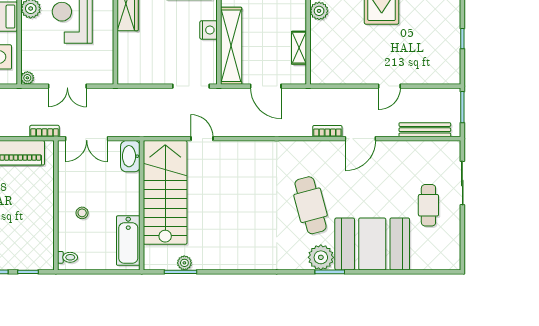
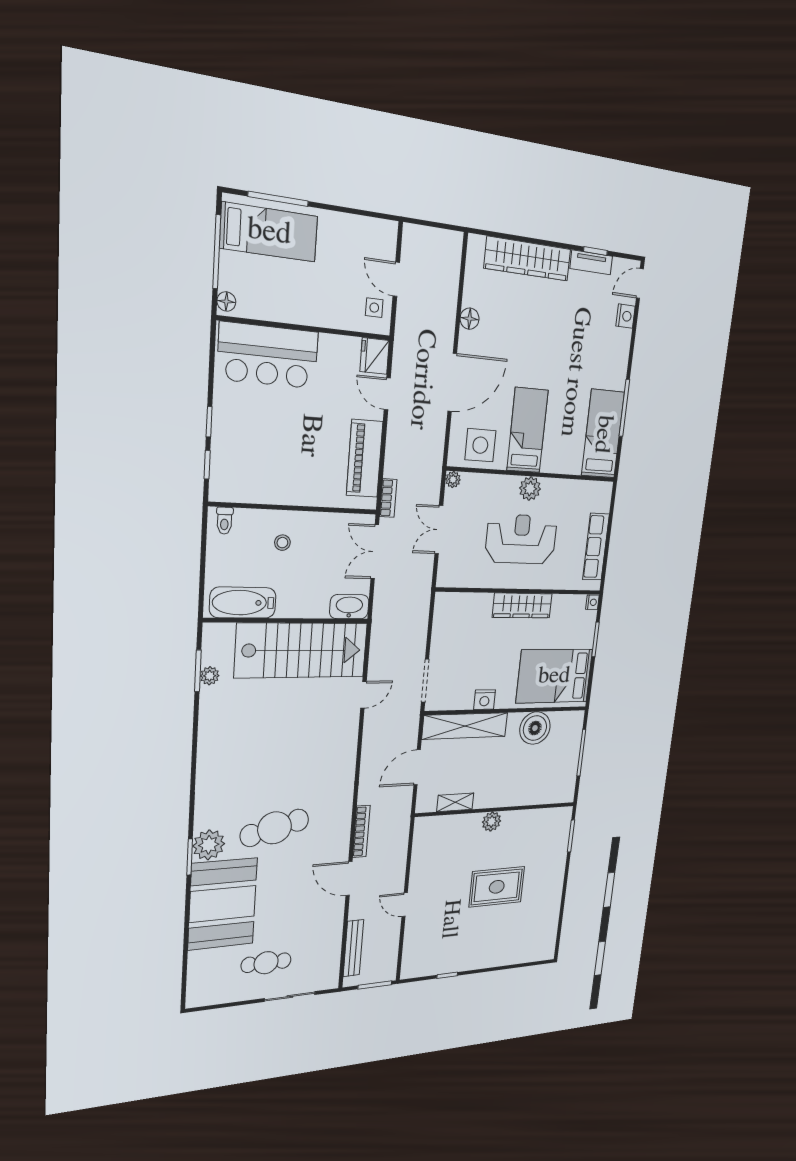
bookcase: (327, 131) -> (361, 831), width x1.56

